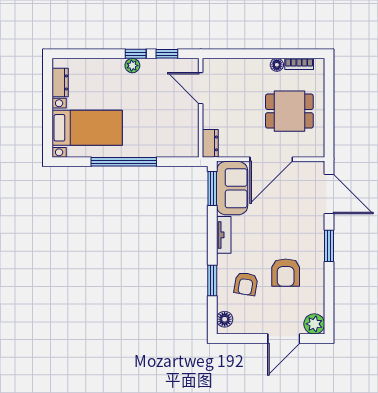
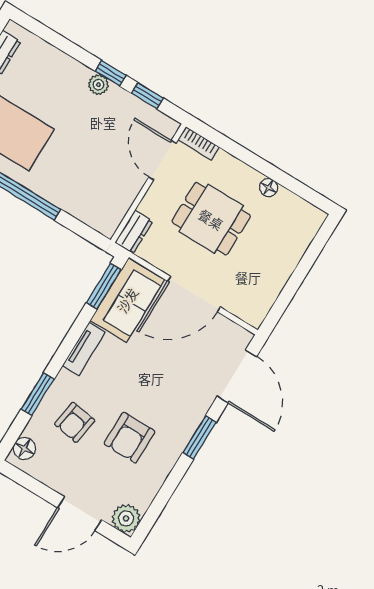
bookcase: (299, 64) -> (199, 143), moved
dining table: (289, 111) -> (211, 219), moved

